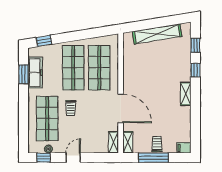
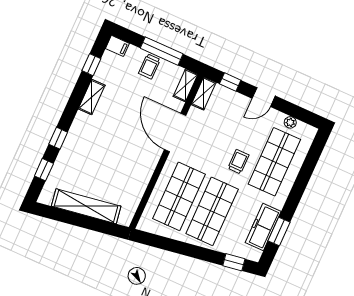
shelving: (186, 94) -> (92, 97), moved
window: (195, 128) -> (91, 65), added
window: (43, 158) -> (230, 82), moved

